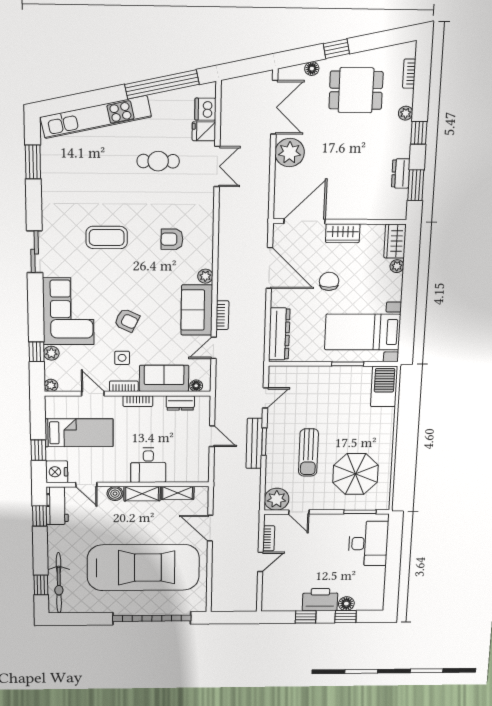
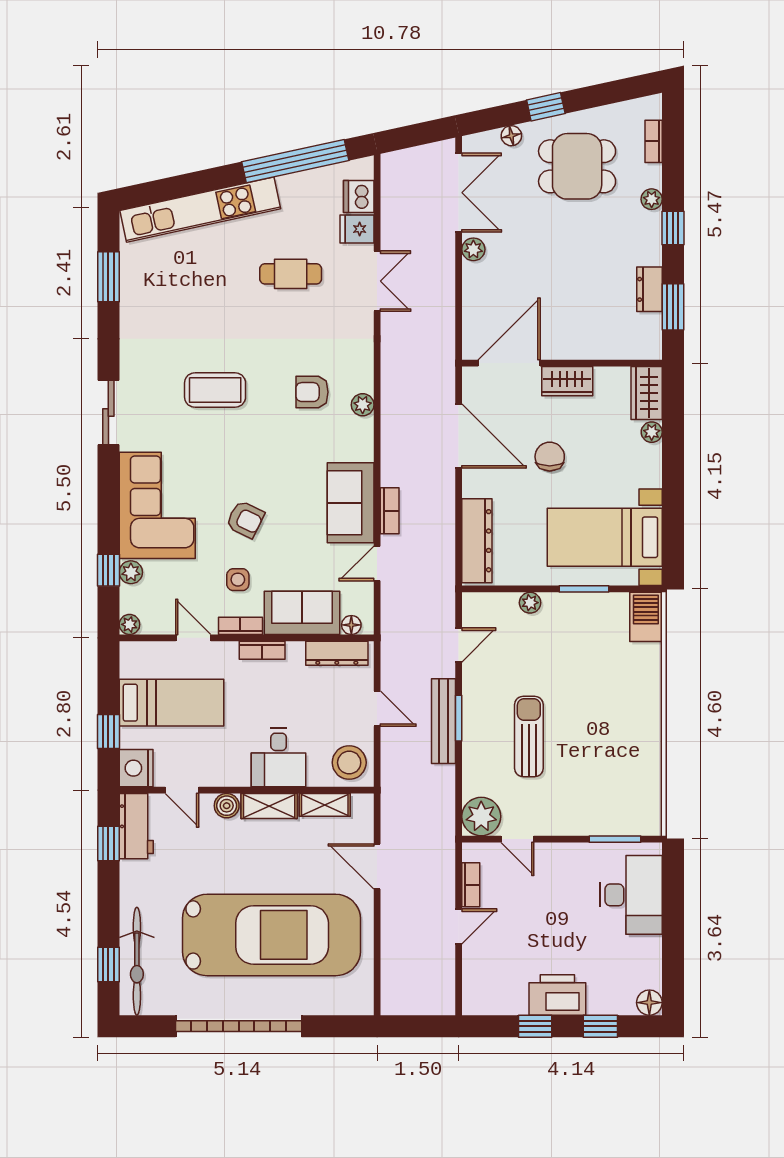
plant: (290, 153) -> (473, 249), width x0.53, depth x0.53
plant: (205, 276) -> (363, 405), moved
plant: (312, 372) -> (530, 603), added
barbecue: (384, 386) -> (646, 617), width x0.73, depth x0.83
dresser: (180, 403) -> (337, 653), width x1.44
sun lounger: (308, 452) -> (529, 737), turned 180
stool: (193, 468) -> (349, 763), added
parasol: (355, 474) -> (605, 773), removed
floor lamp: (346, 604) -> (649, 1003), moved
garage door: (152, 618) -> (239, 1026), moved

